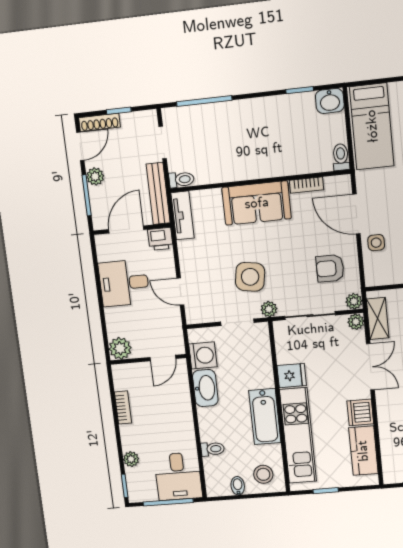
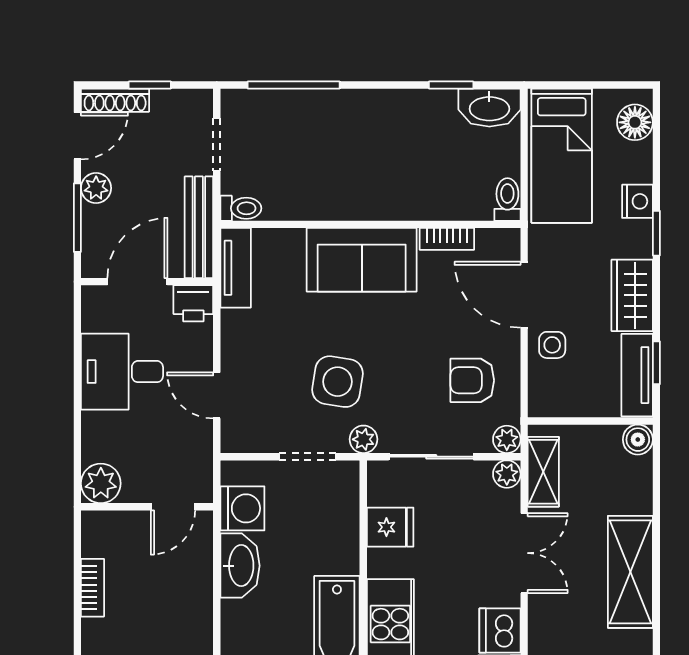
washbasin: (330, 101) -> (489, 108), width x1.38
fridge: (292, 376) -> (390, 527), moved

